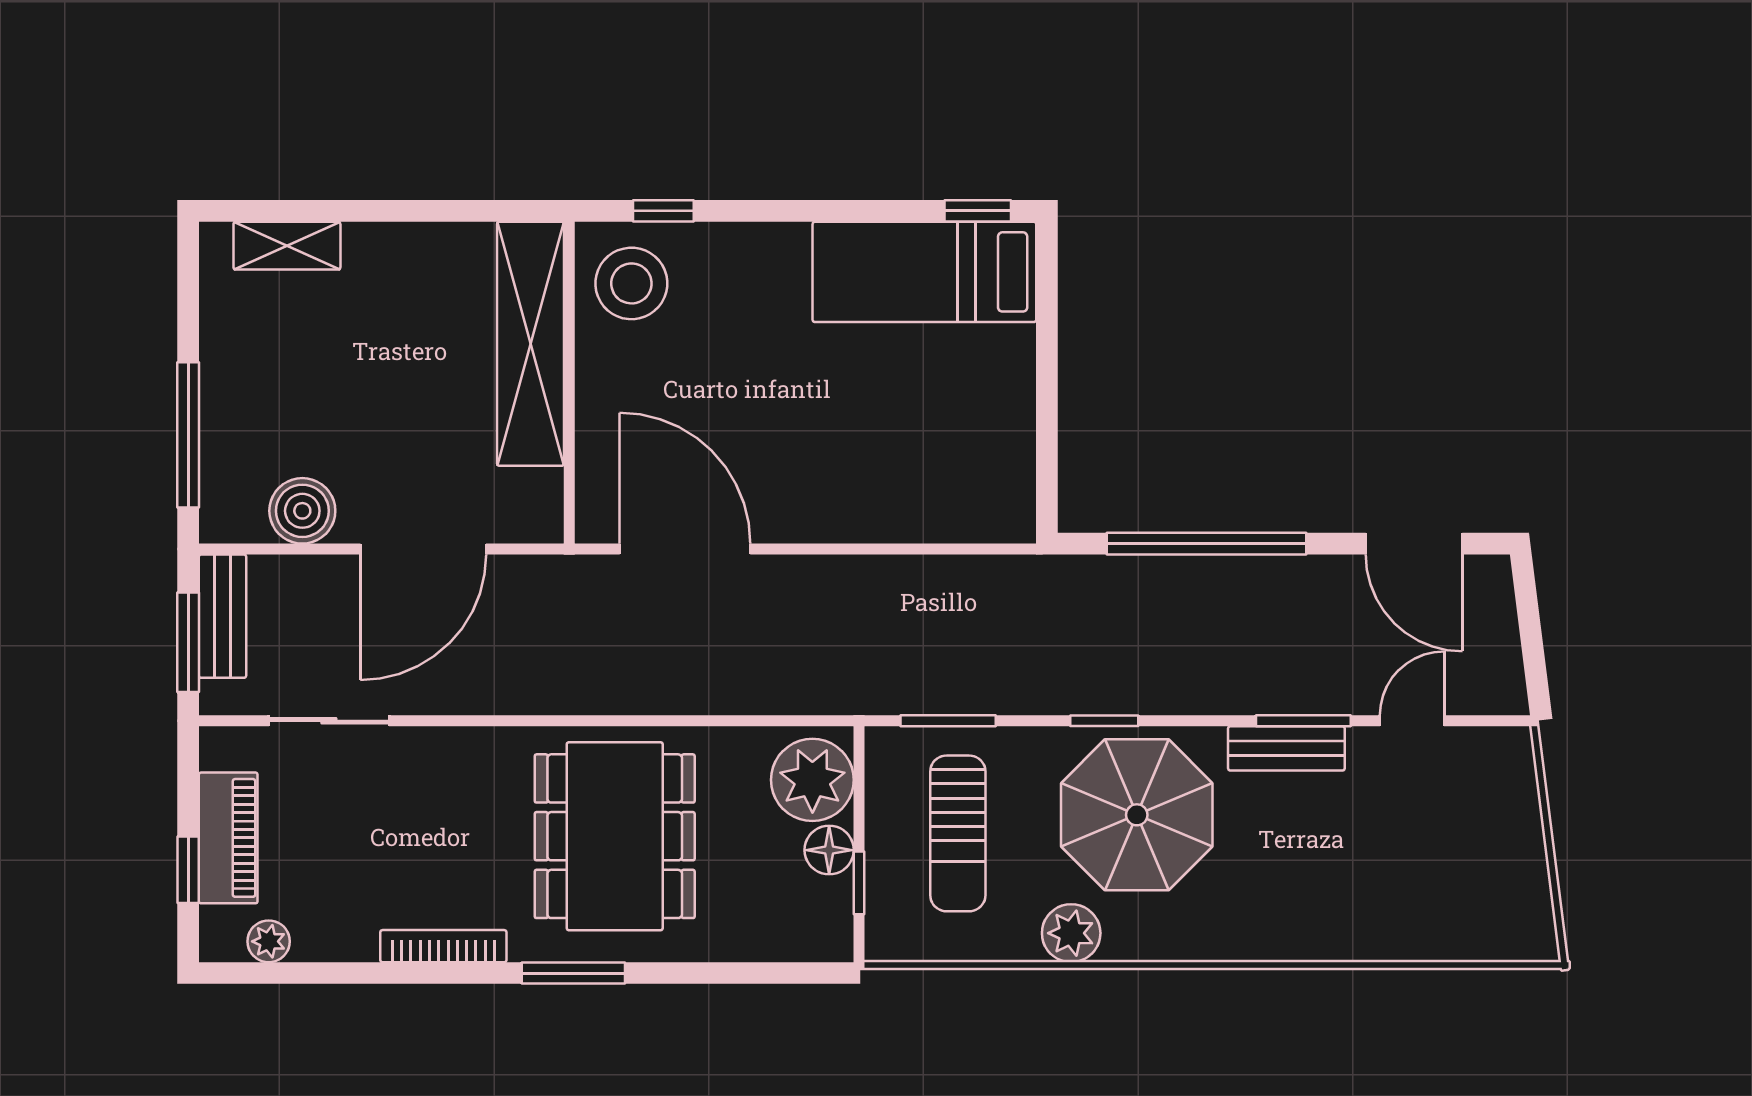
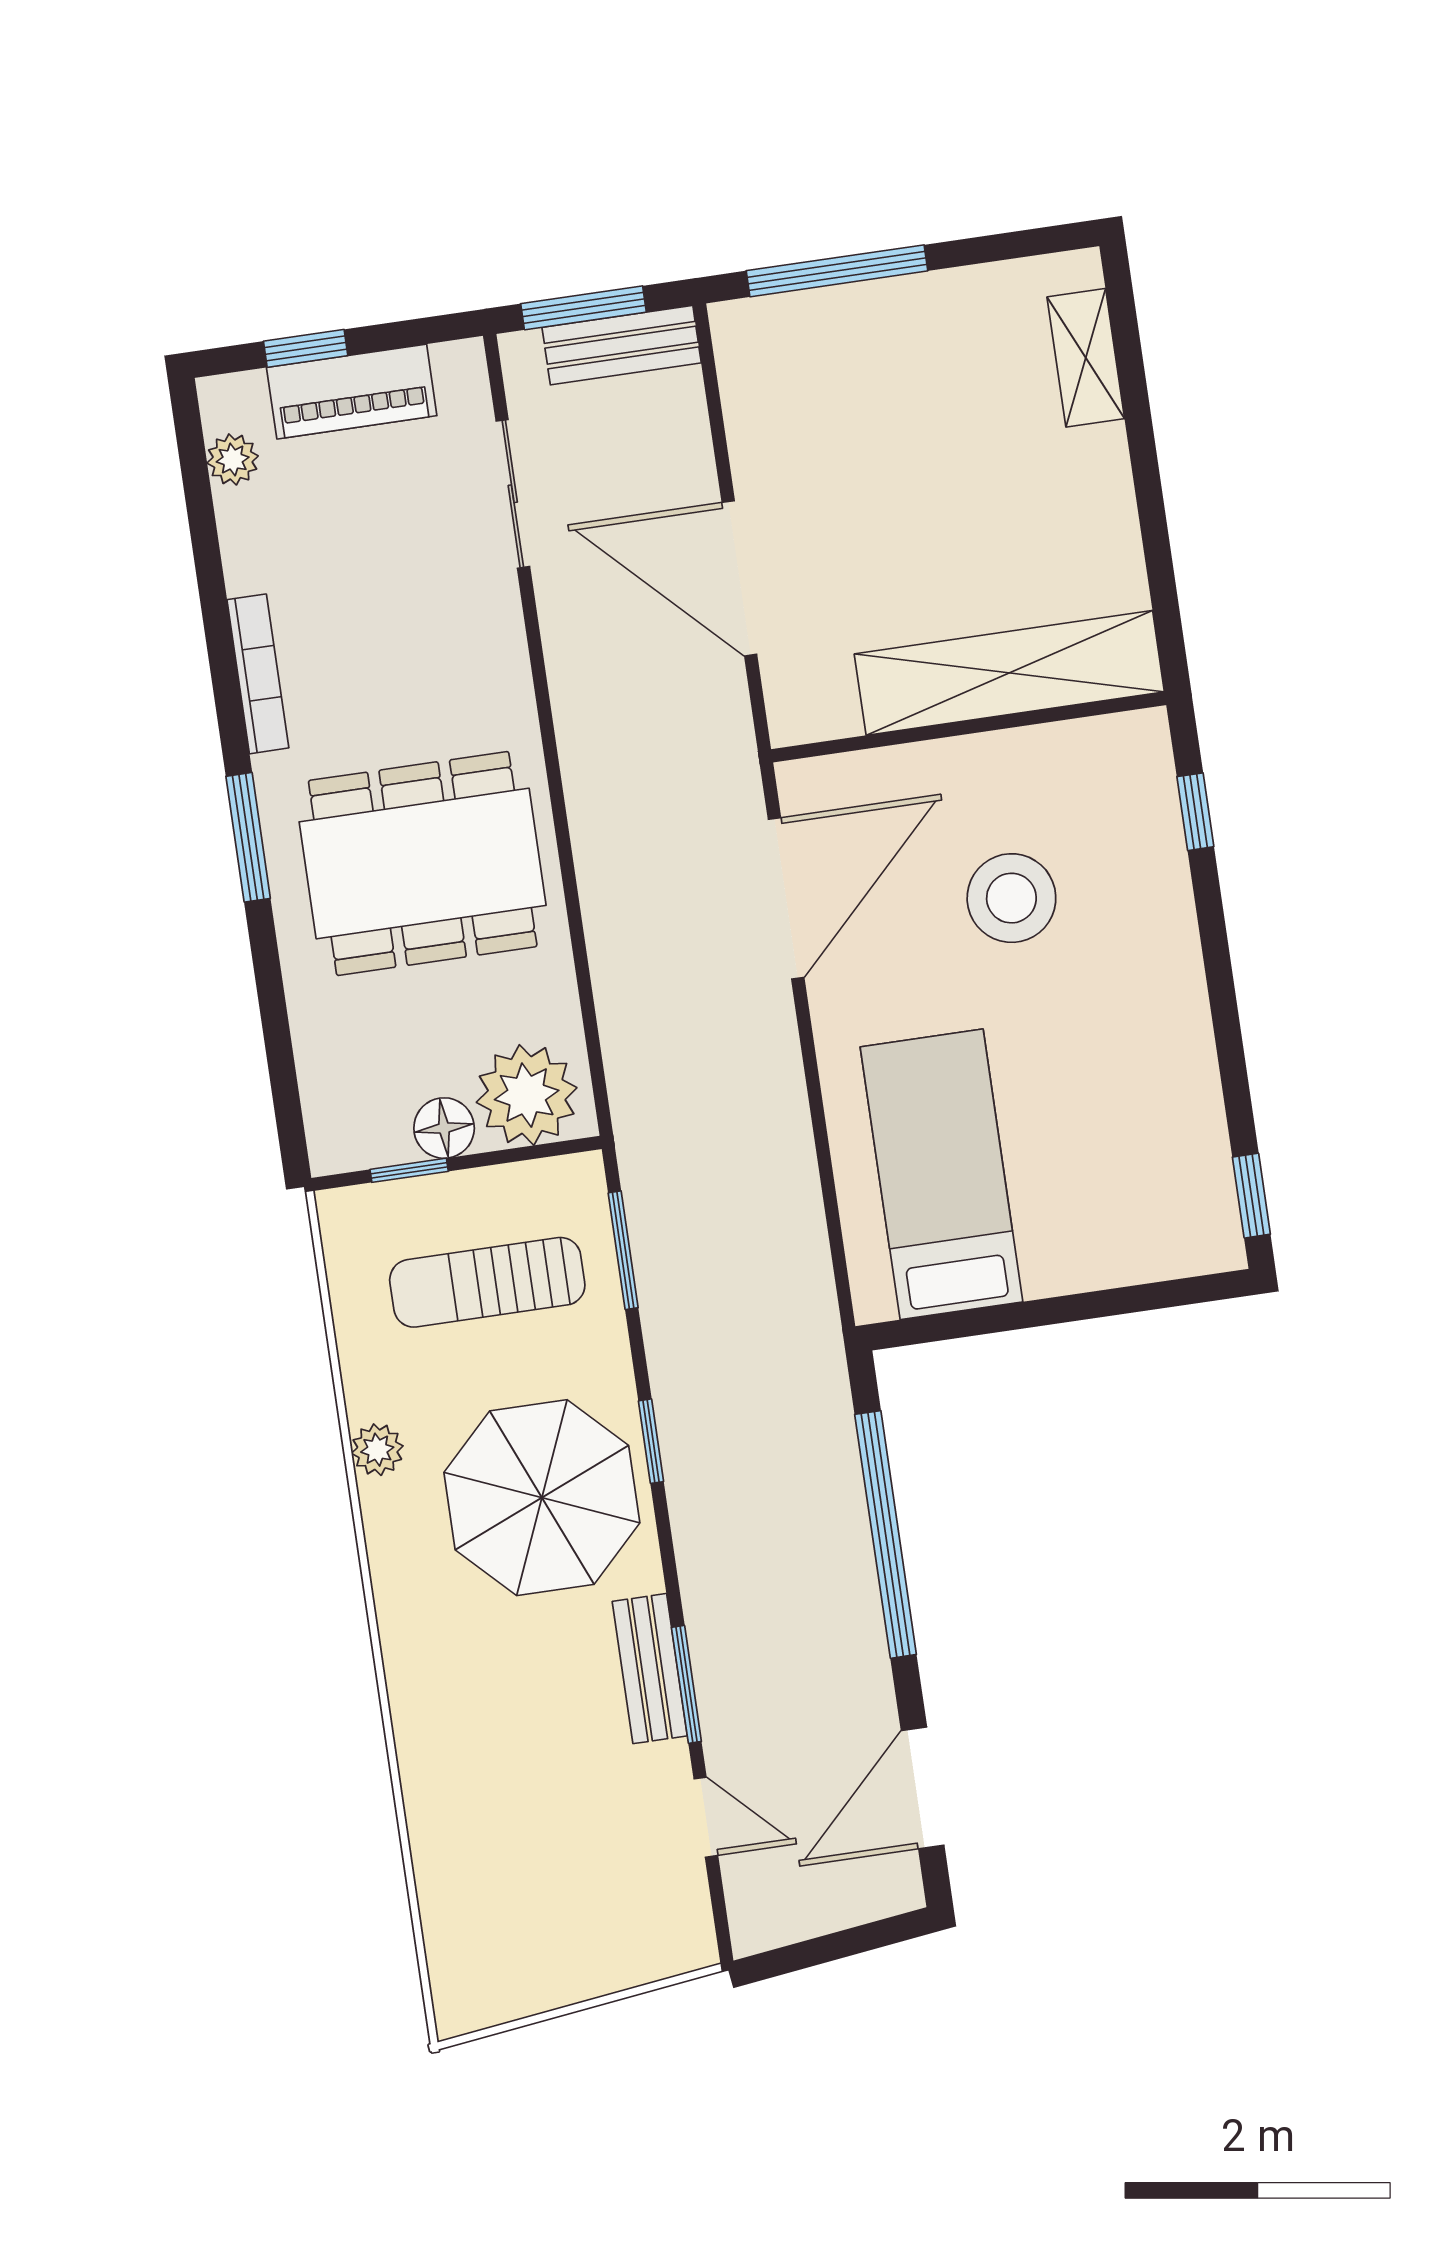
bed: (924, 272) -> (942, 1174), moved
stool: (631, 283) -> (1011, 898), moved
boiler: (302, 511) -> (765, 424), removed
plant: (1071, 933) -> (377, 1450), width x0.73, depth x0.73

